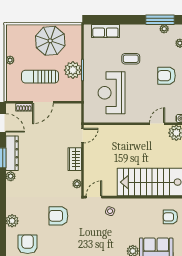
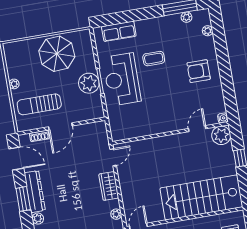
sun lounger: (40, 77) -> (39, 104), moved
reception desk: (111, 93) -> (122, 79), moved

